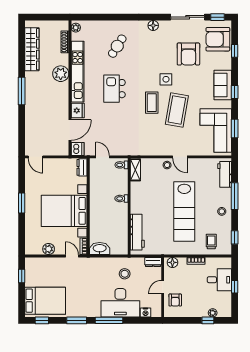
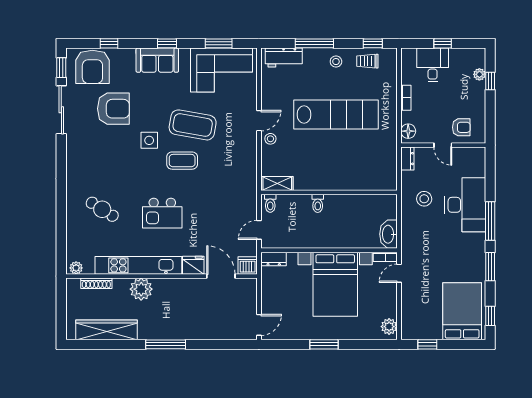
floor lamp: (153, 25) -> (73, 159), removed
workbench: (137, 232) -> (365, 181), removed
trolley: (211, 241) -> (367, 61), moved
plant: (49, 249) -> (389, 327), moved
nightstand: (145, 313) -> (479, 169), removed

